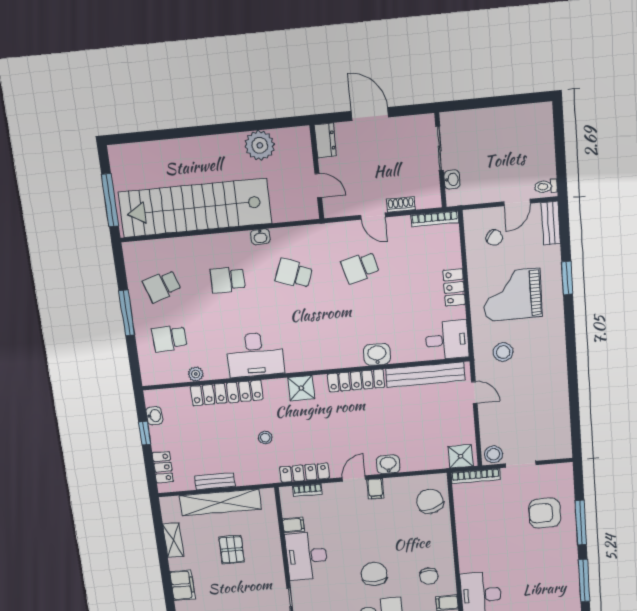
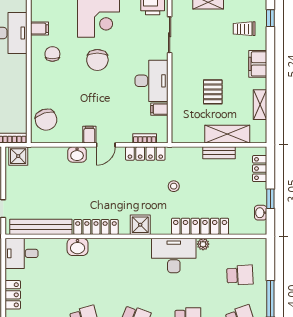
plant: (196, 374) -> (203, 244), moved
shelving: (221, 502) -> (227, 134), width x0.68

